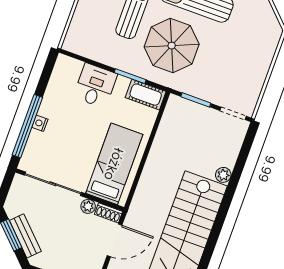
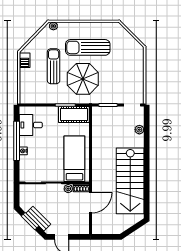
desk: (95, 86) -> (31, 125), moved, turned -90
cot: (146, 95) -> (74, 114), width x1.37, depth x1.34
window: (27, 126) -> (17, 141), moved
plant: (223, 175) -> (139, 130), moved

